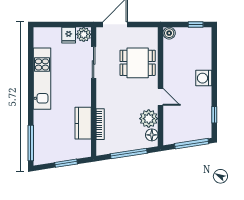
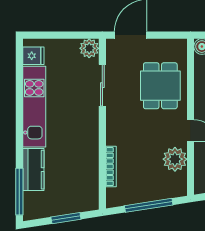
fridge: (69, 35) -> (33, 56), moved, turned -90
dining table: (138, 63) -> (160, 86), turned 90
kitchen counter: (83, 123) -> (33, 170), moved, turned 180
floor lamp: (152, 135) -> (179, 181), removed

